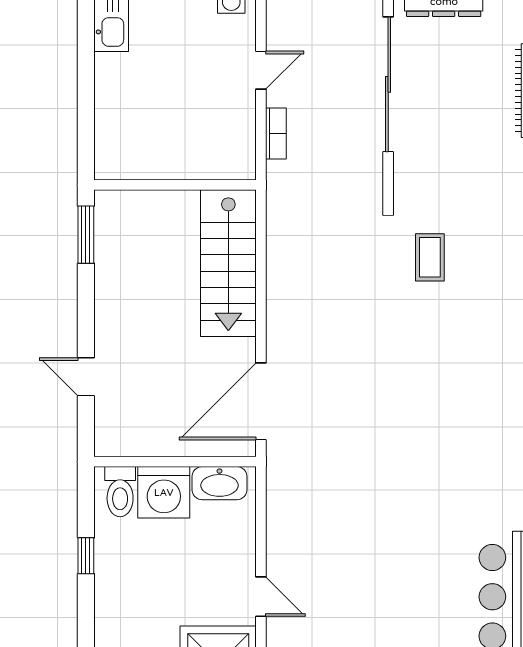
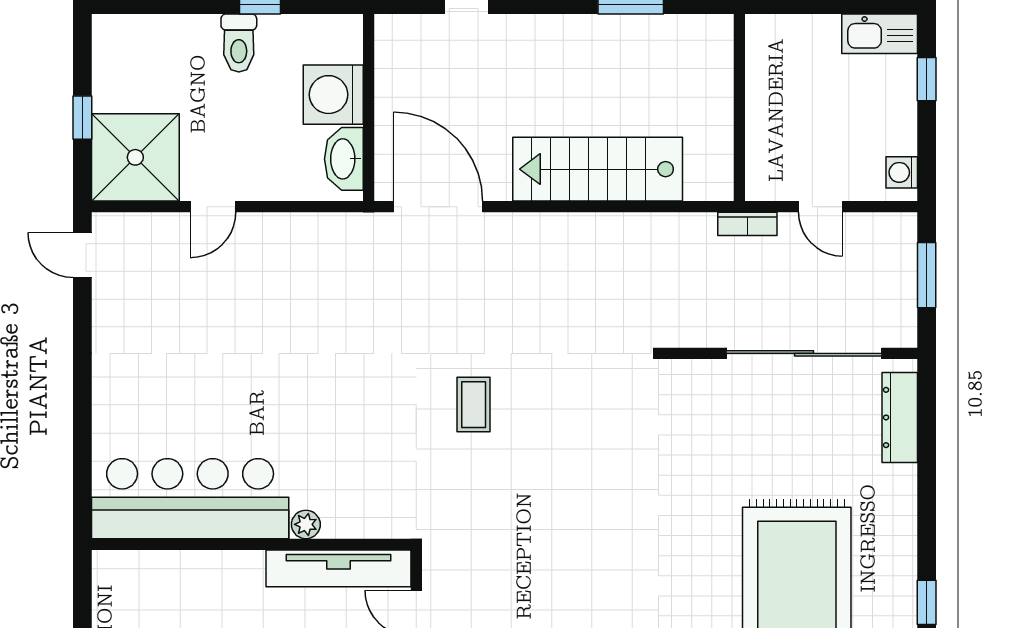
wall: (175, 185) -> (739, 107), moved
coffee table: (430, 257) -> (474, 405), moved, turned 90
toilet: (120, 492) -> (239, 43), moved, turned -90

